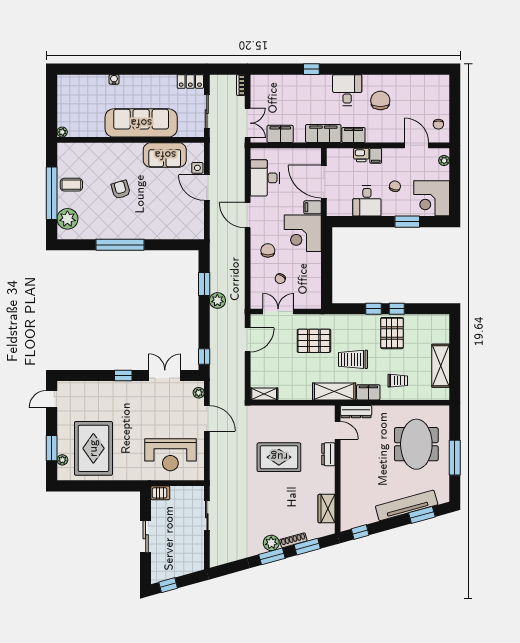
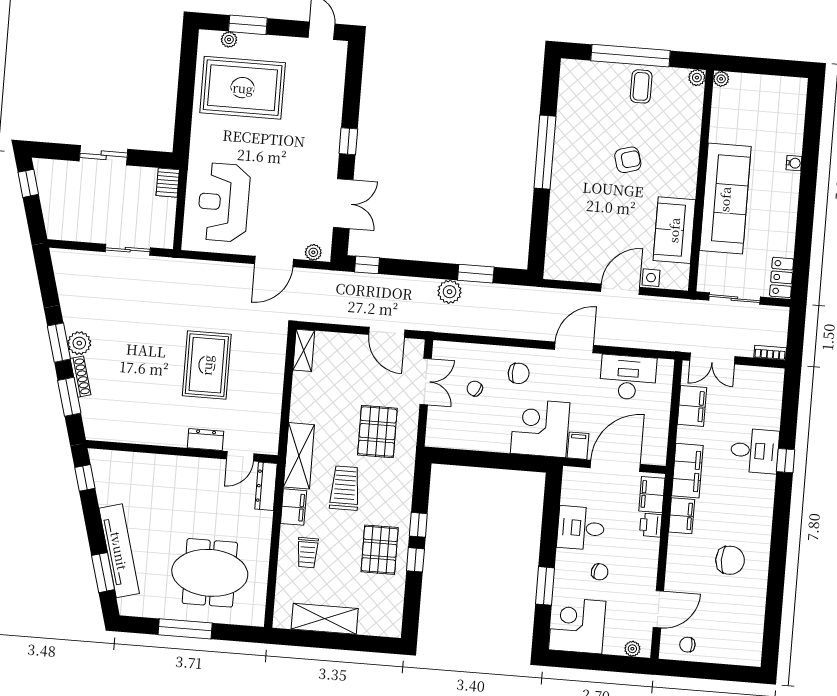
desk: (347, 90) -> (755, 451), moved
filing cabinet: (376, 156) -> (652, 495), moved, width x2.00
plant: (67, 219) -> (697, 78), moved, width x0.53, depth x0.53
pallet: (392, 333) -> (380, 550), turned 90
wardrobe: (327, 509) -> (124, 430), removed

